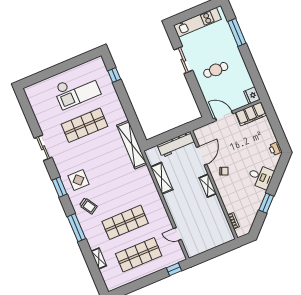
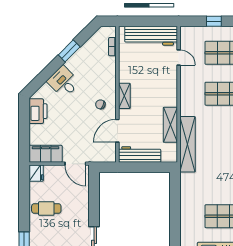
cafe table: (216, 70) -> (46, 209), moved
shelving: (132, 145) -> (188, 144), moved
printer: (275, 149) -> (38, 111), width x1.87, depth x1.48
workbench: (206, 242) -> (151, 36), added
window: (174, 269) -> (214, 21), moved

